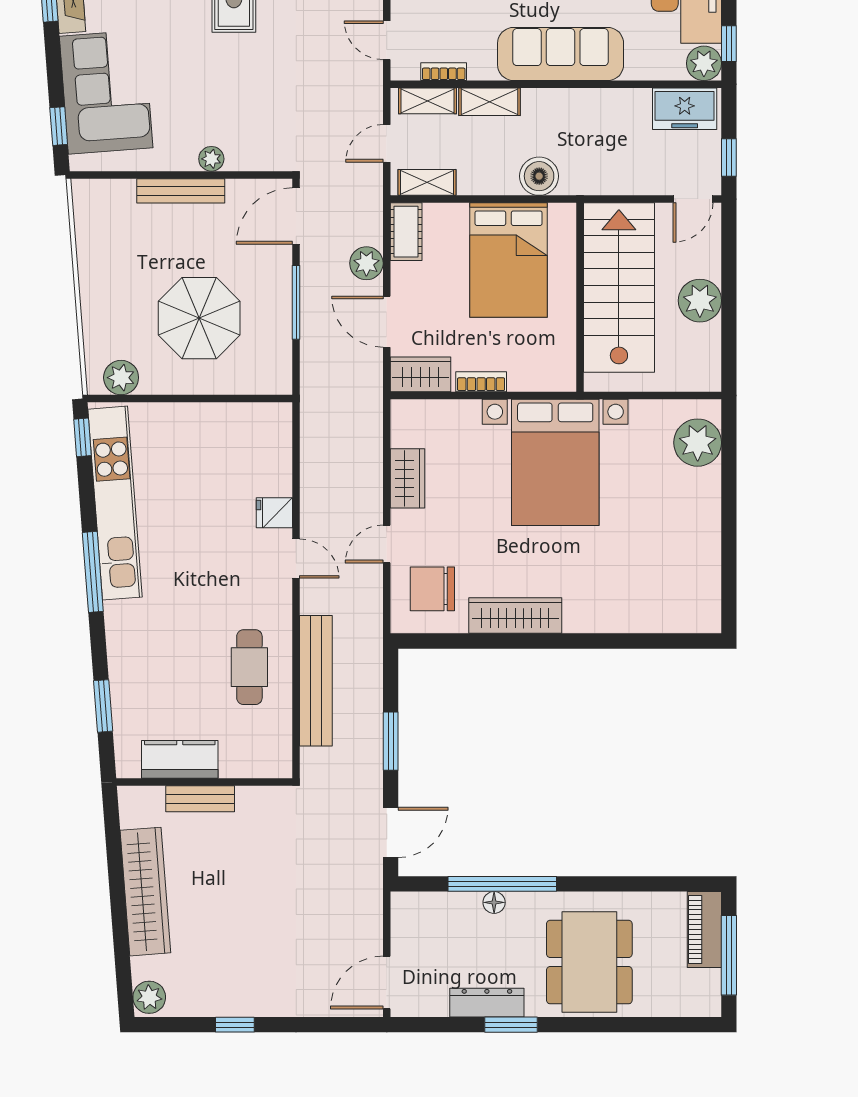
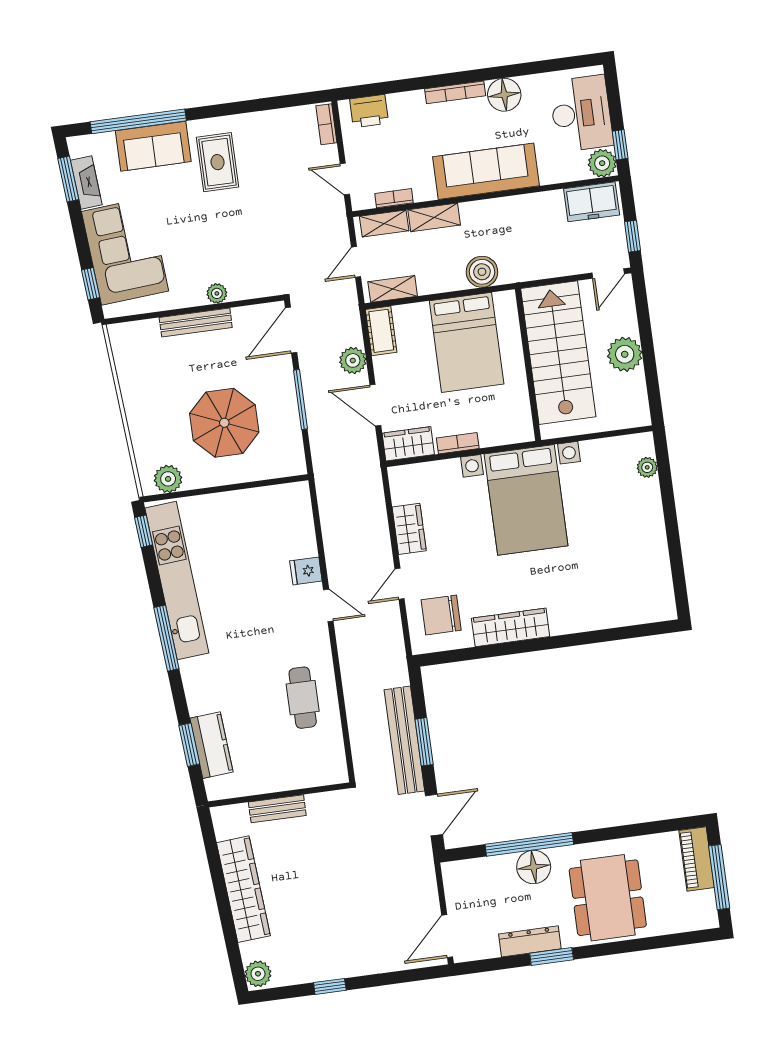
plant: (698, 443) -> (647, 467), width x0.53, depth x0.53
bench: (316, 681) -> (404, 740), moved
kitchen counter: (180, 759) -> (211, 745), moved, turned 86
floor lamp: (494, 902) -> (534, 867), width x1.89, depth x1.89

